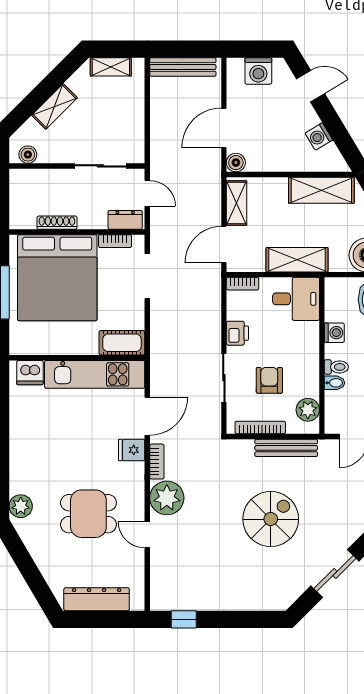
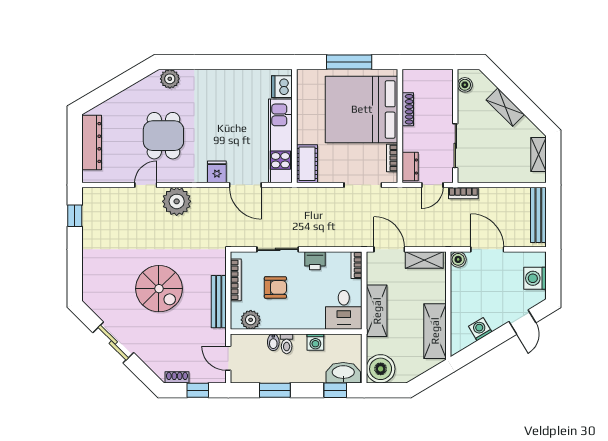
bookcase: (157, 462) -> (463, 193), moved

